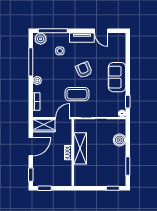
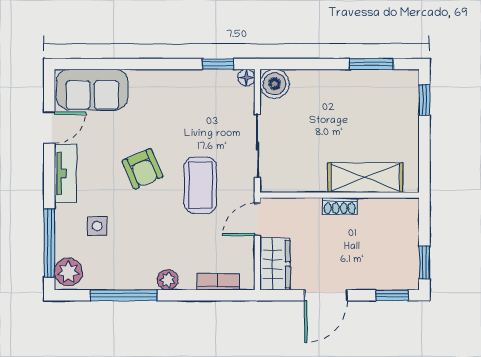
armchair: (84, 70) -> (143, 169), turned -91
sofa: (117, 77) -> (92, 90), moved
door: (63, 118) -> (257, 219), hinge flipped
boiler: (120, 140) -> (275, 84), moved
door: (31, 147) -> (326, 295), swing flipped
shelving: (80, 148) -> (365, 178), moved

